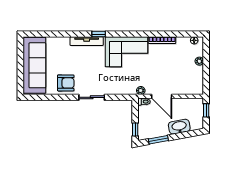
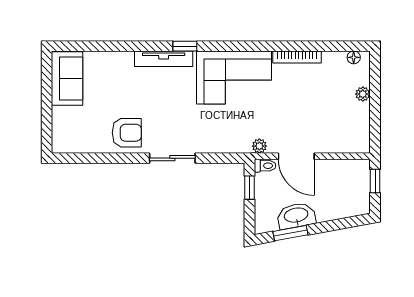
sofa: (34, 65) -> (67, 78), width x0.54, depth x0.79
washbasin: (179, 127) -> (296, 216), moved
window: (135, 130) -> (249, 188), moved

